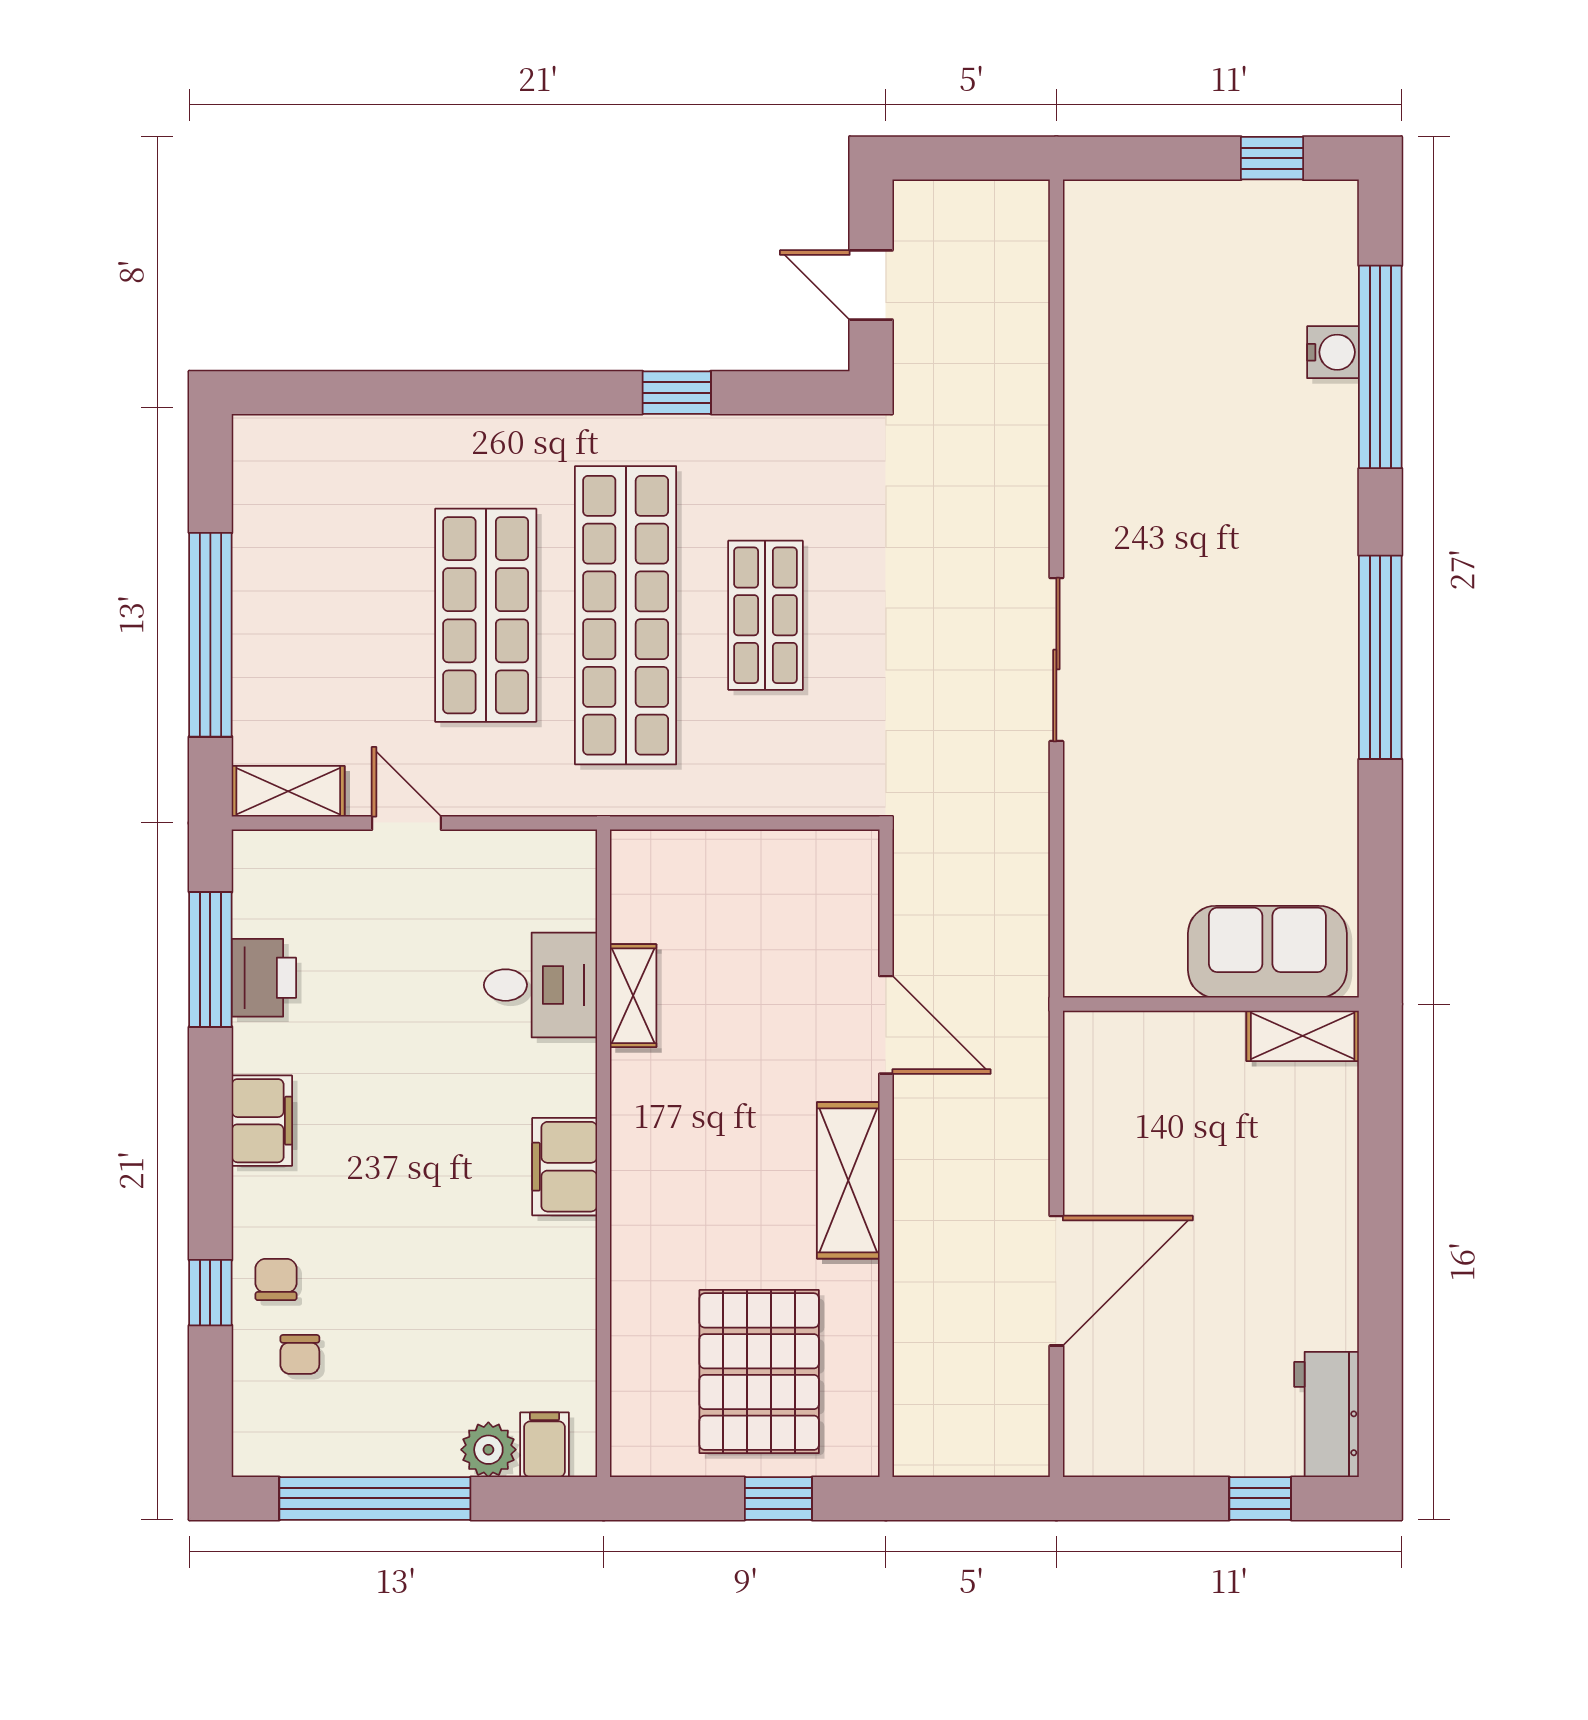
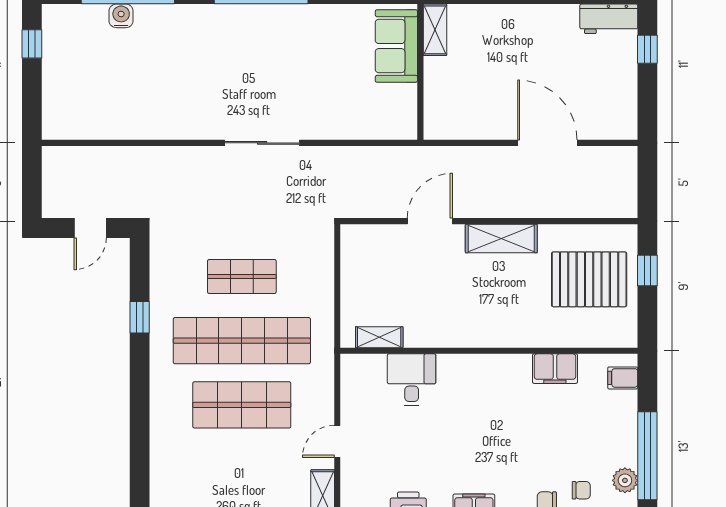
shelving: (633, 996) -> (379, 337), moved
filing cabinet: (565, 1167) -> (555, 369), moved
plant: (488, 1450) -> (625, 480), moved

